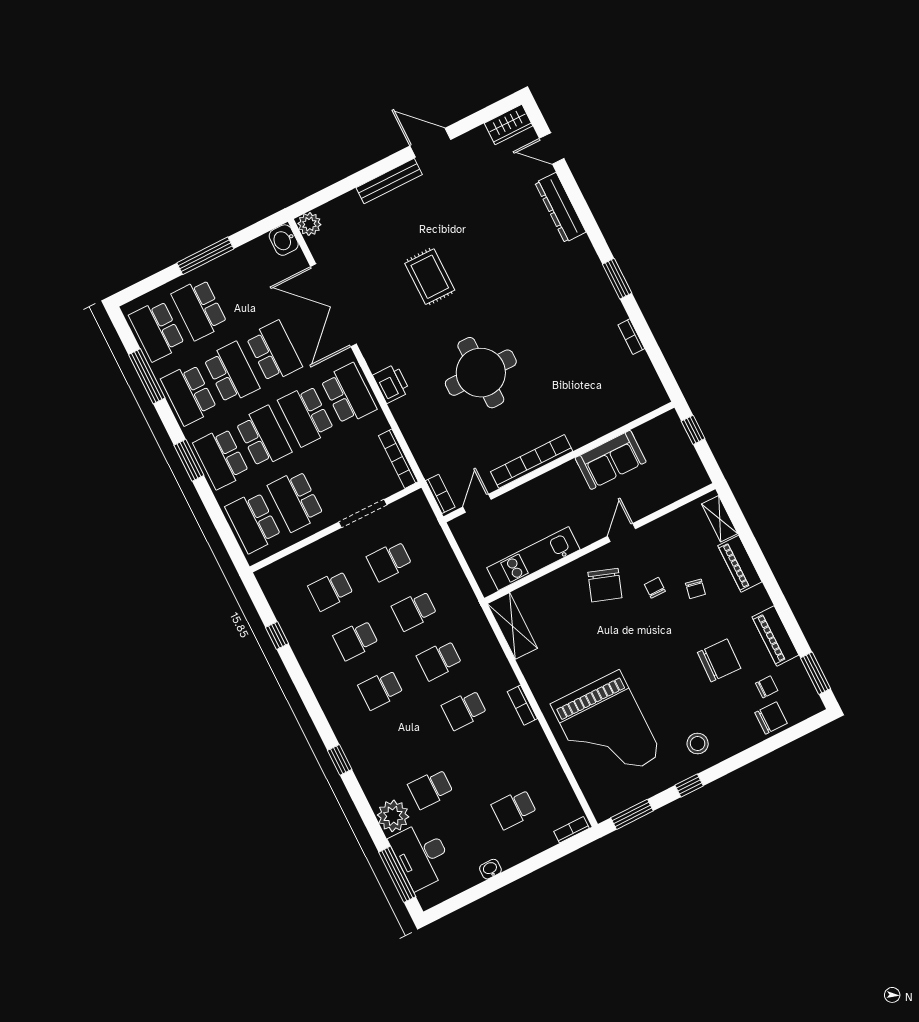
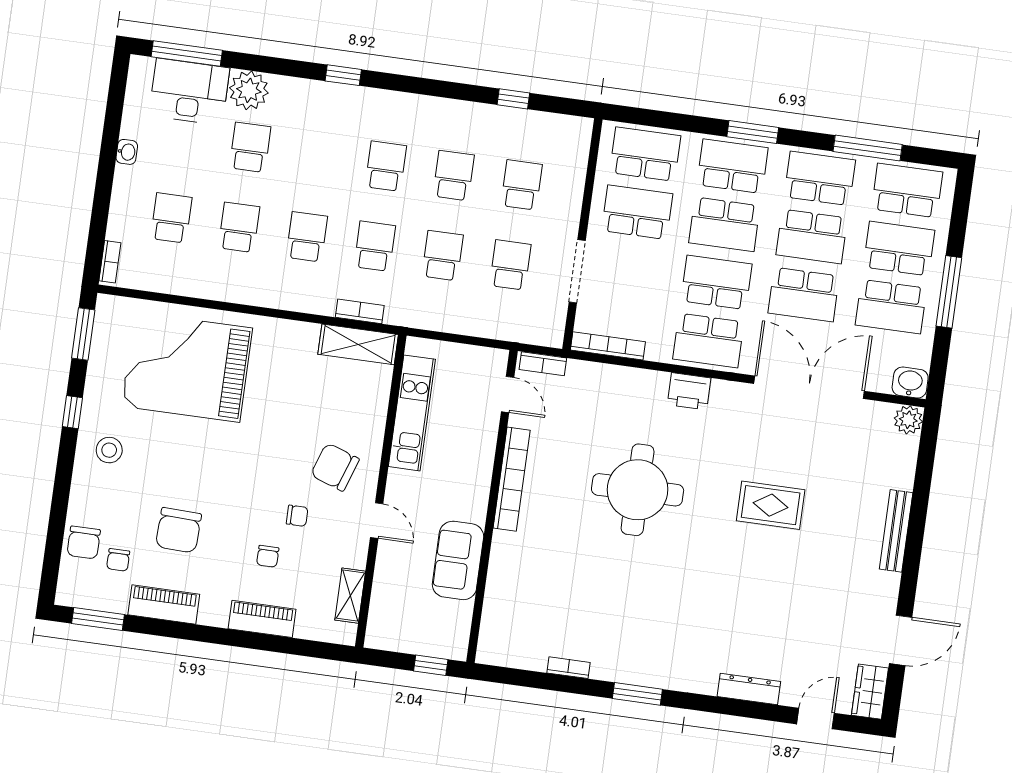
door: (430, 143) -> (901, 640), moved
dresser: (560, 208) -> (749, 689), width x0.73, depth x0.80
school desk: (242, 288) -> (891, 307), added
shelving: (720, 519) -> (350, 596), moved, turned 90
chair: (695, 589) -> (268, 556), turned -101
bookcase: (522, 705) -> (360, 311), moved
school desk: (489, 759) -> (239, 227), added

